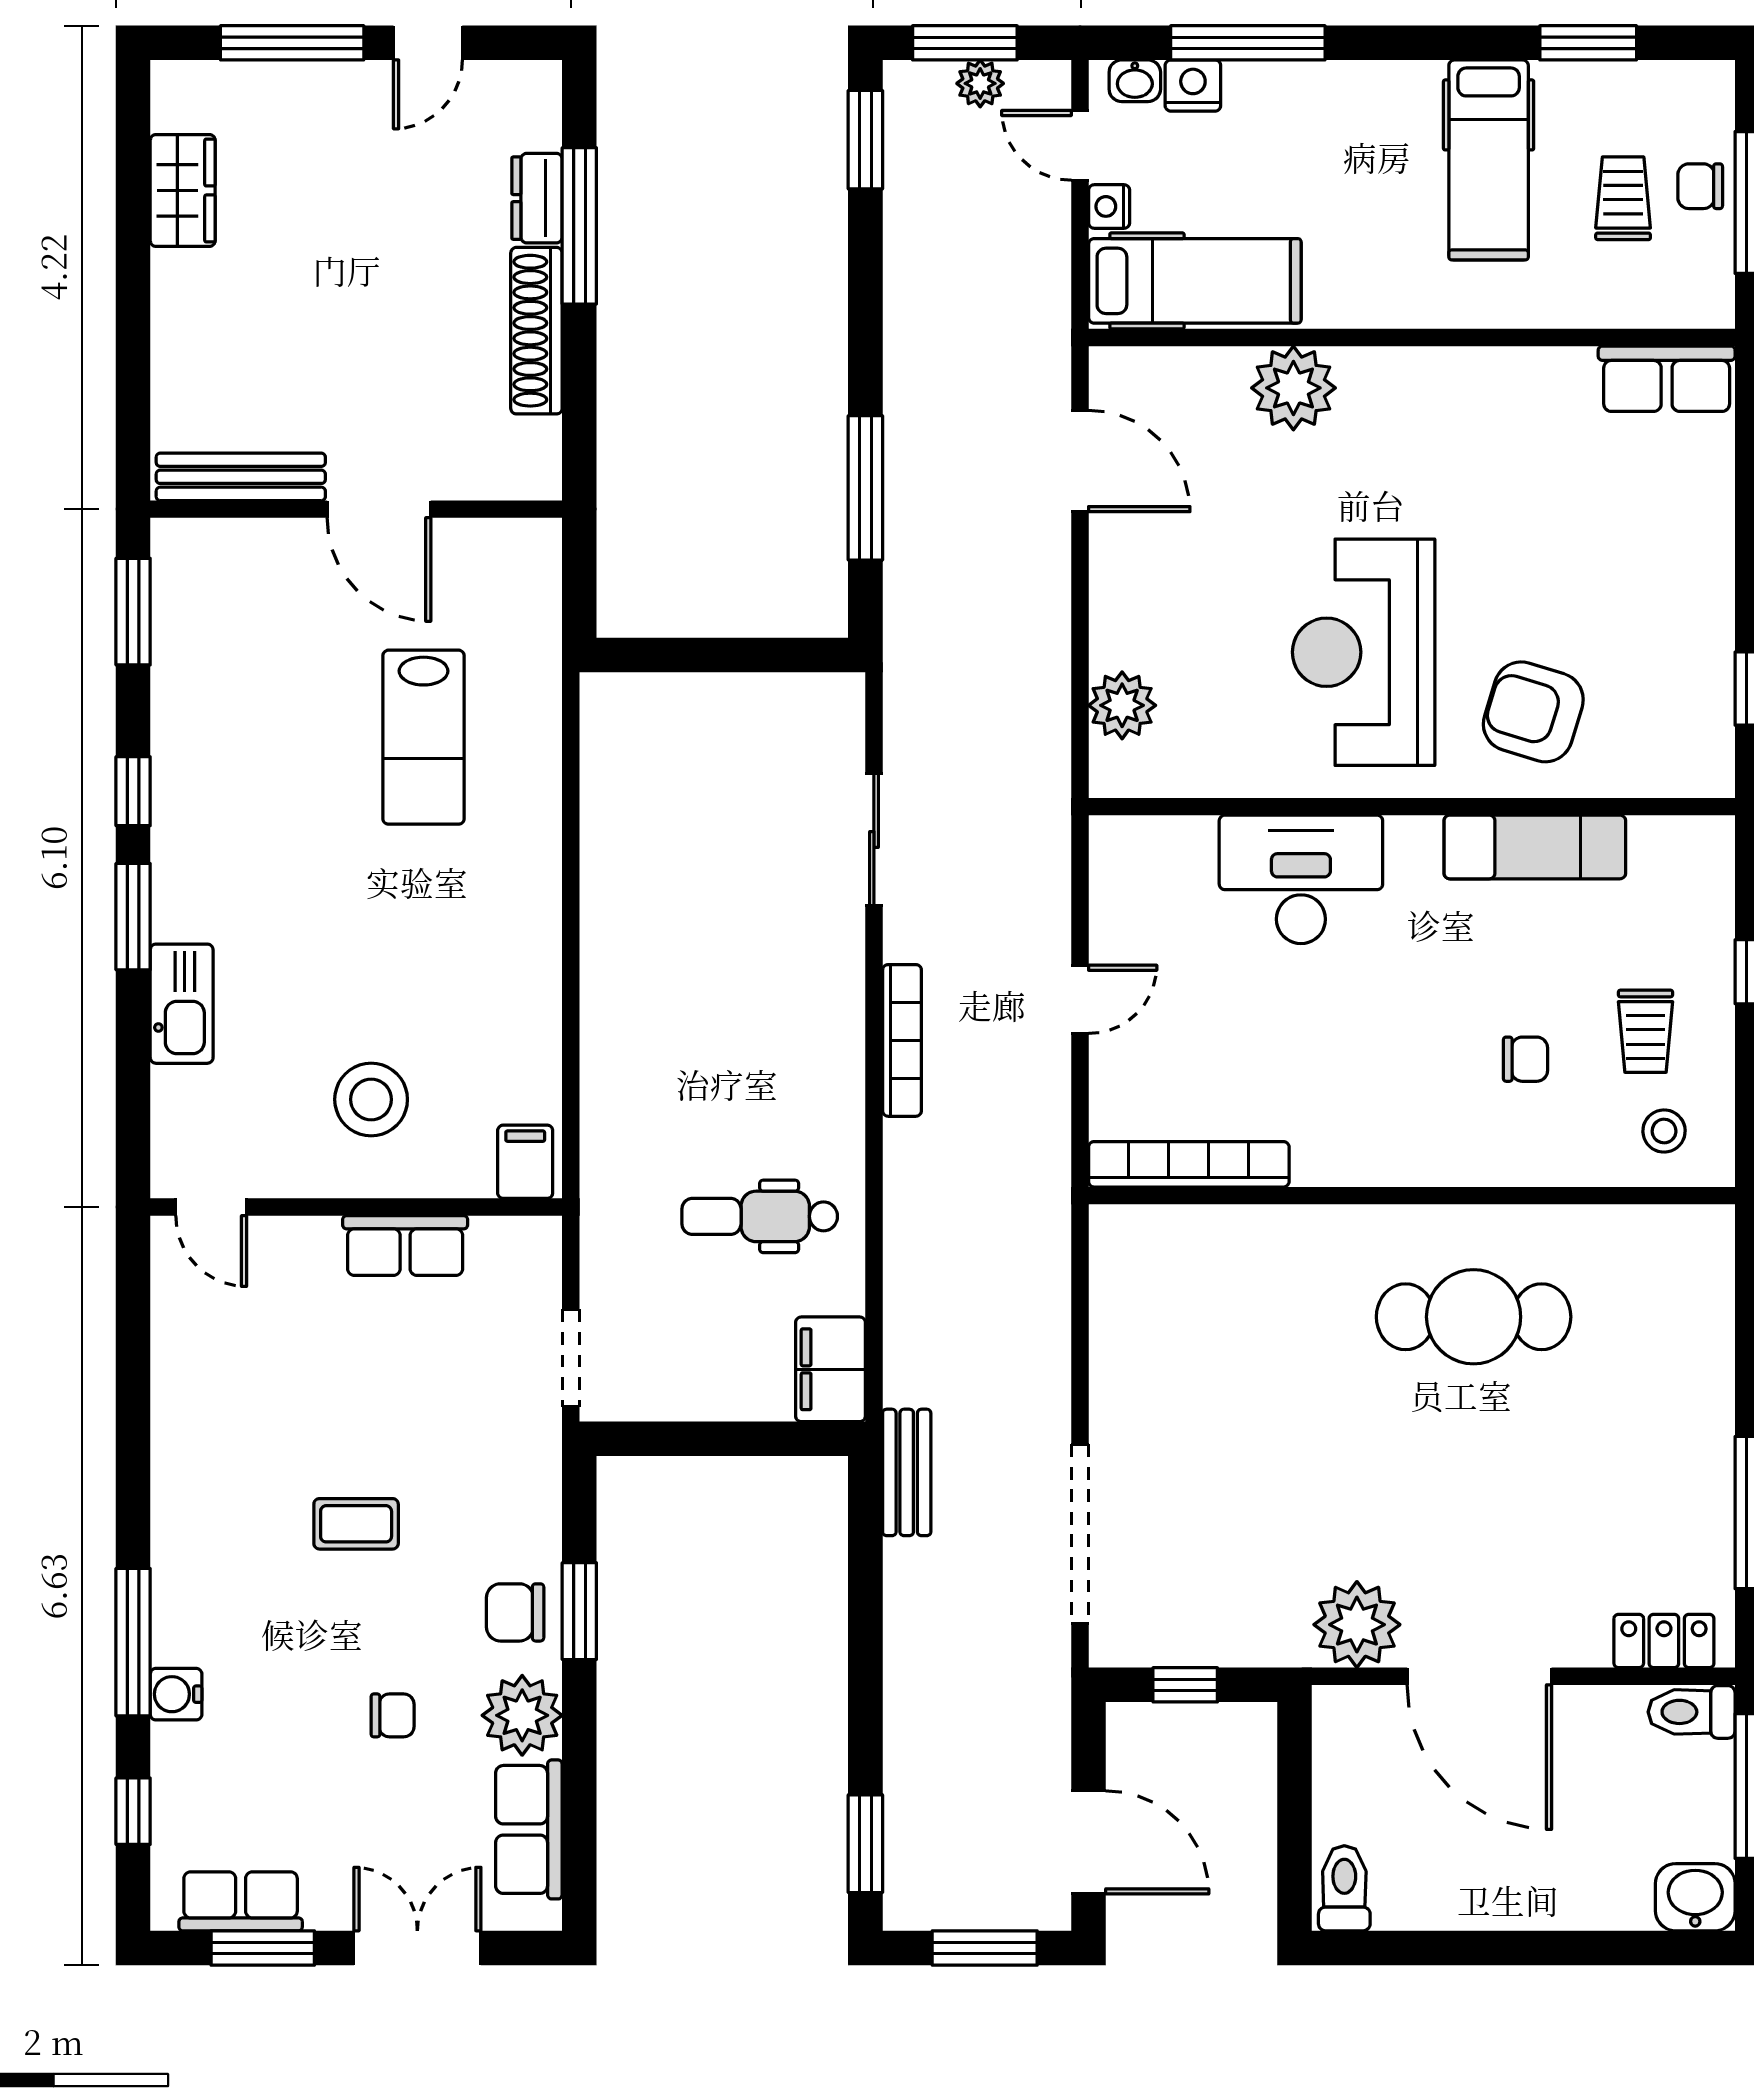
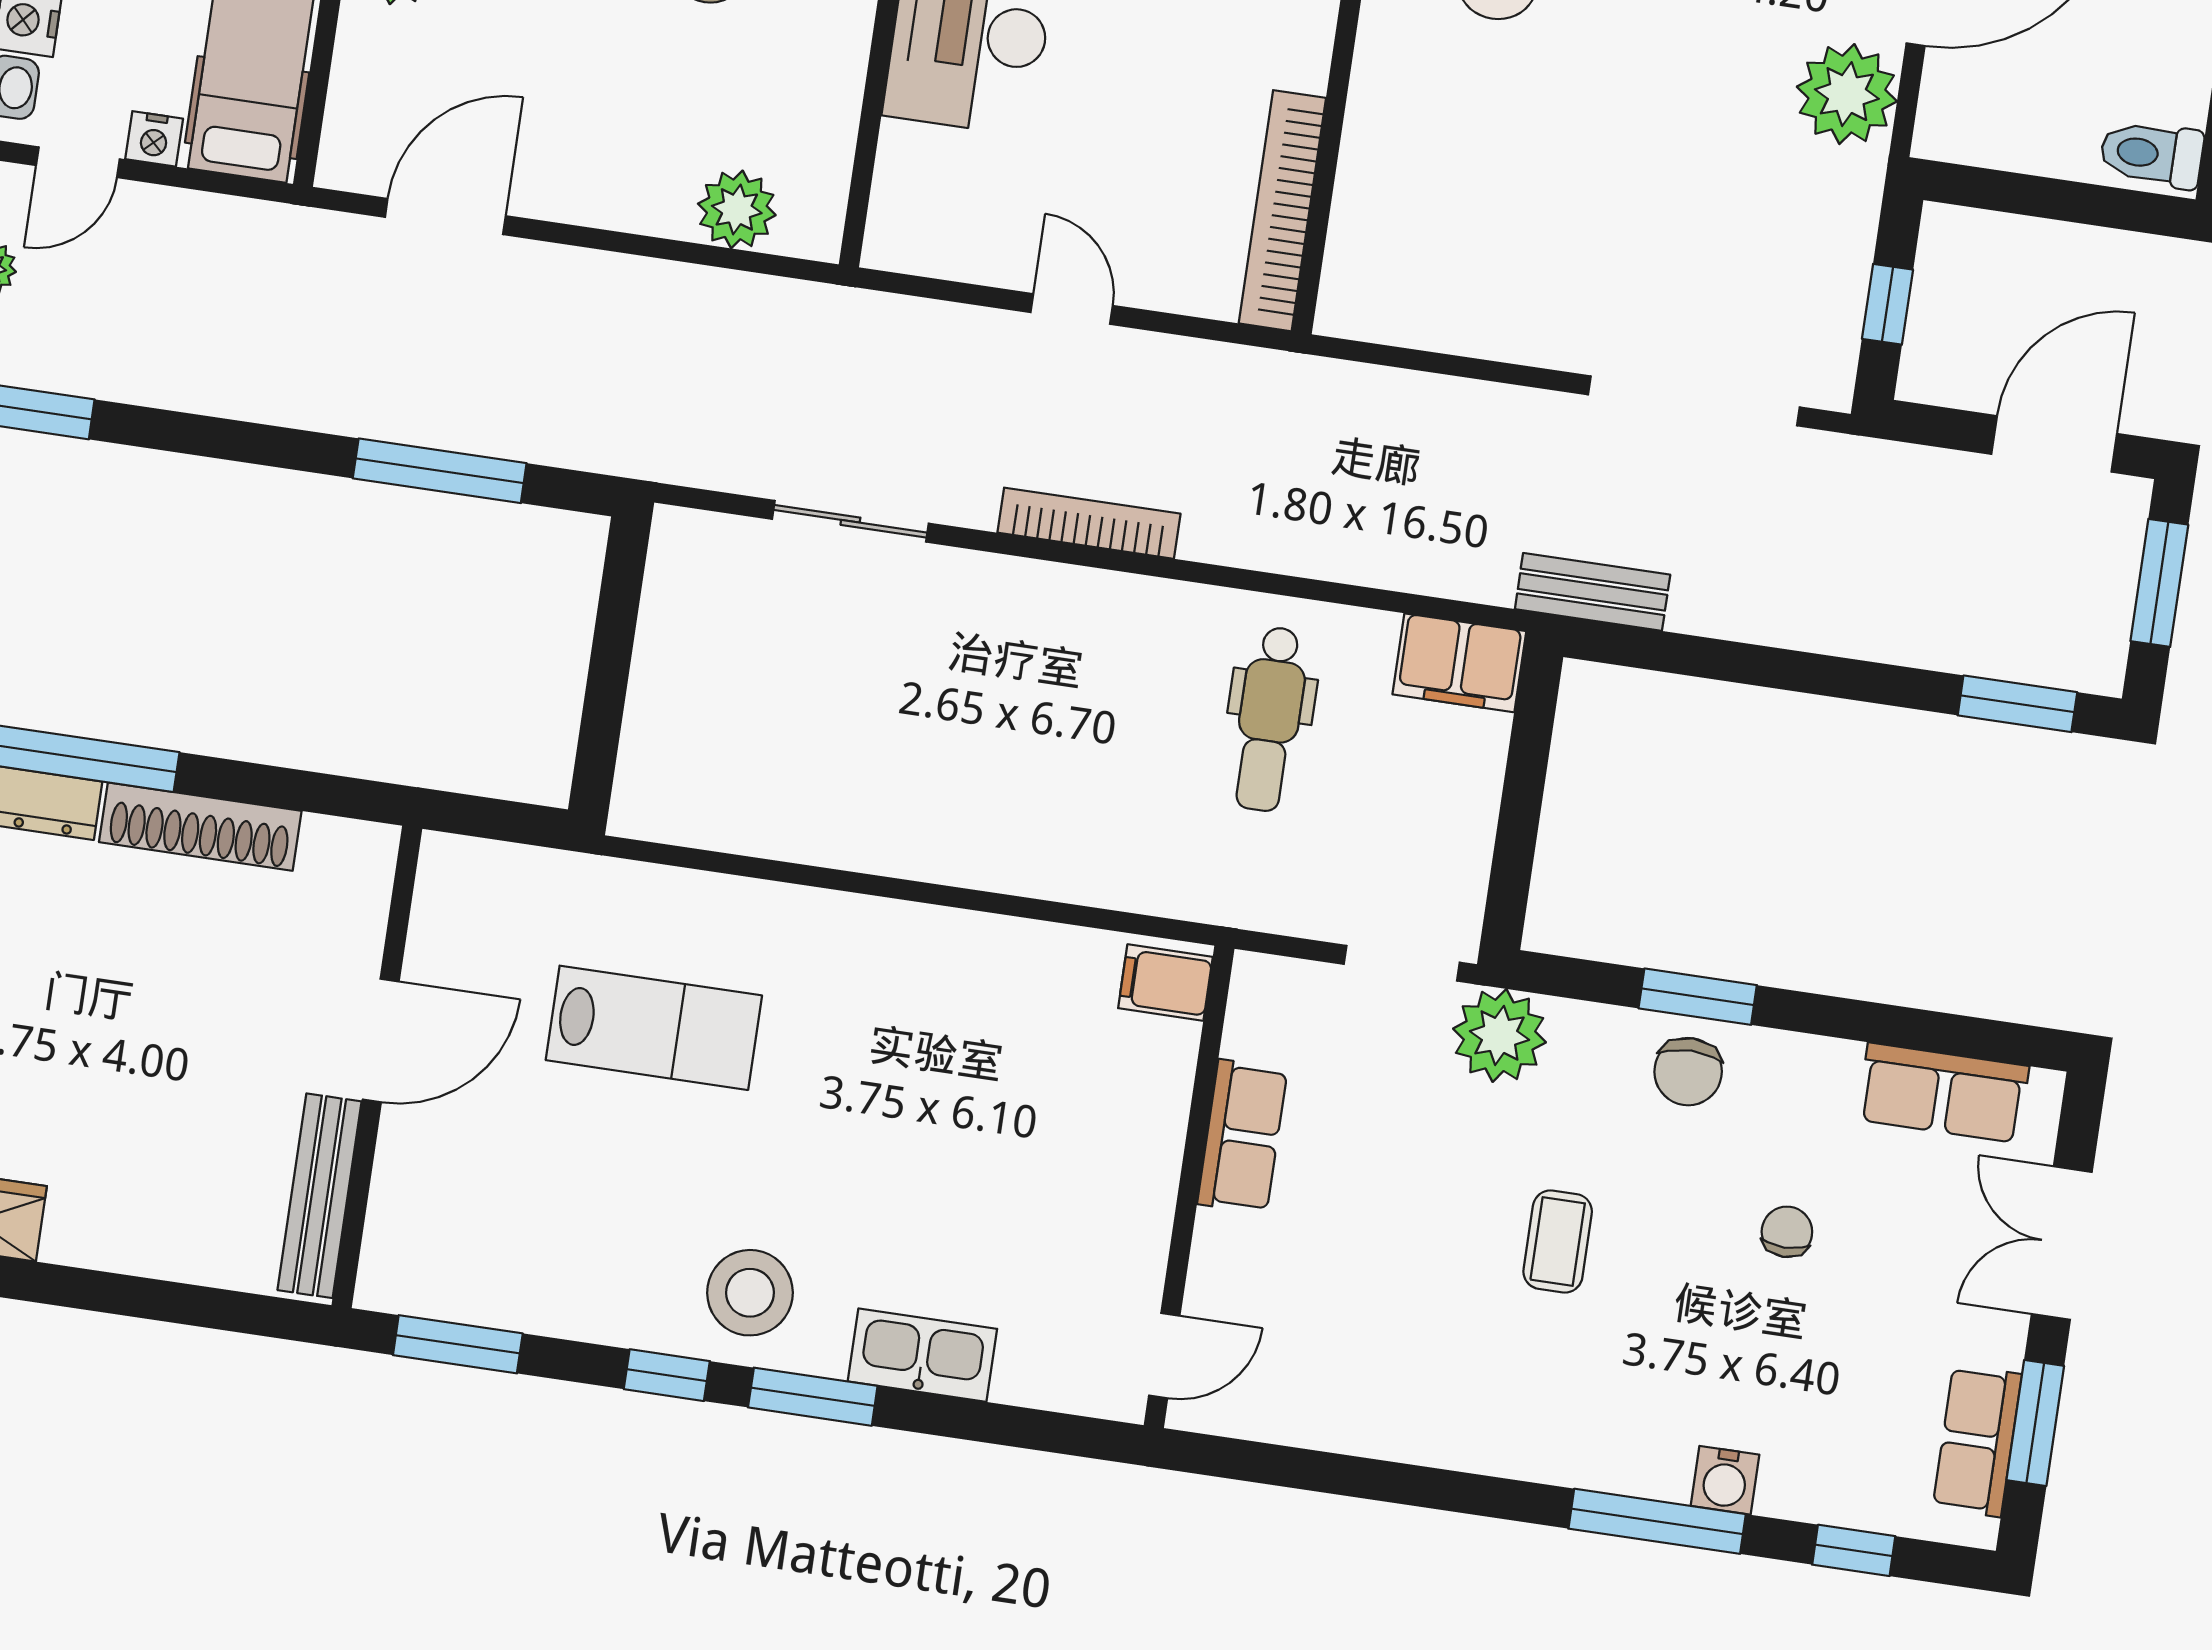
stool: (371, 1099) -> (750, 1293), moved
plant: (522, 1715) -> (1500, 1035), moved

